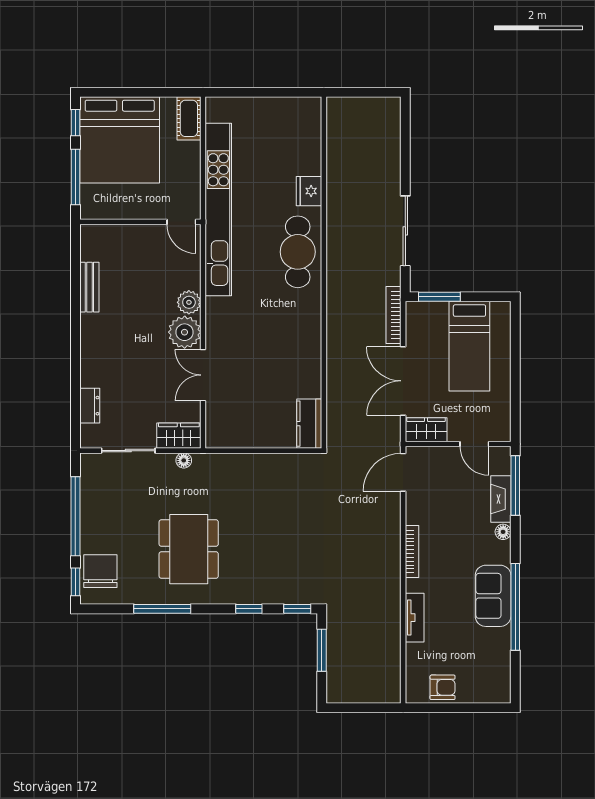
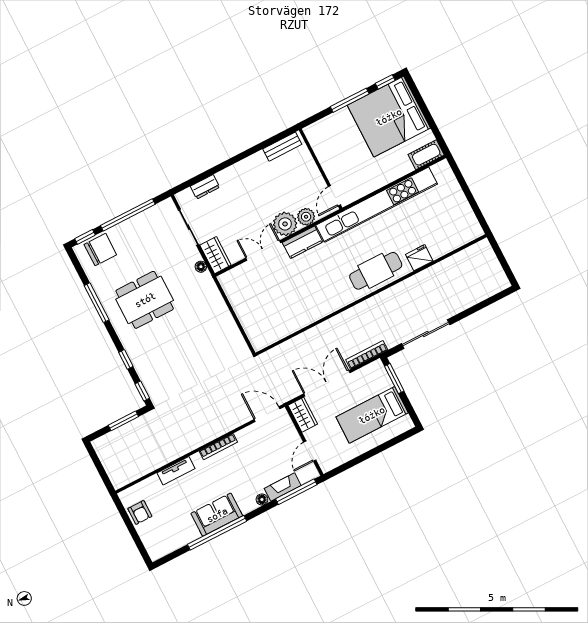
wall: (140, 222) -> (321, 169), moved
door: (181, 222) -> (334, 196), moved
kitchen counter: (309, 424) -> (303, 242), moved, turned 180

